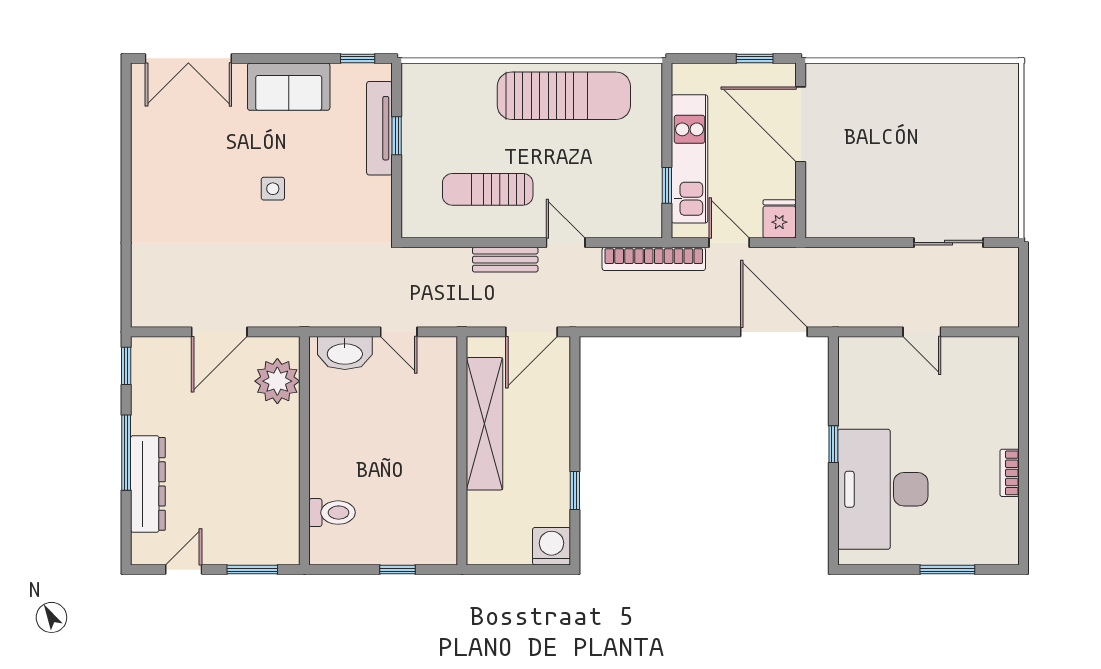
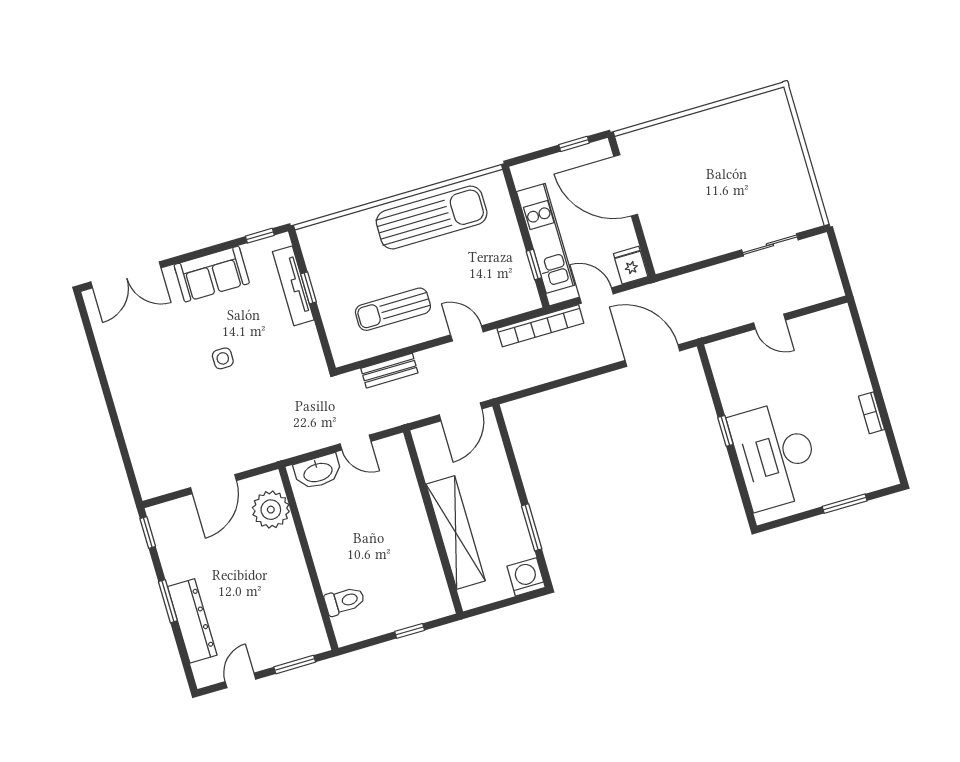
bench: (505, 260) -> (389, 371), moved
shelving: (485, 424) -> (456, 532), moved
window: (126, 453) -> (168, 601), width x0.69
window: (575, 491) -> (532, 527), width x1.50

